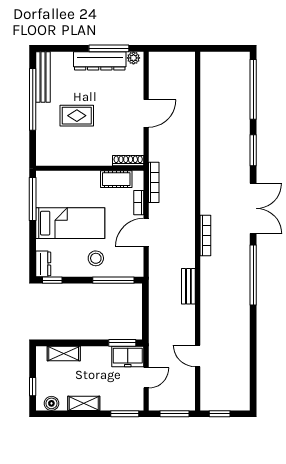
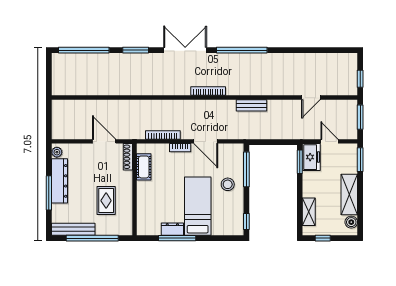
window: (109, 48) -> (49, 193), moved
shoe rack: (128, 161) -> (128, 157), moved
wall: (90, 168) -> (134, 189), moved
cot: (116, 179) -> (144, 167), moved
dresser: (43, 264) -> (172, 229), moved
window: (33, 387) -> (323, 238), moved
shelving: (84, 403) -> (349, 195), width x1.50, depth x1.33

